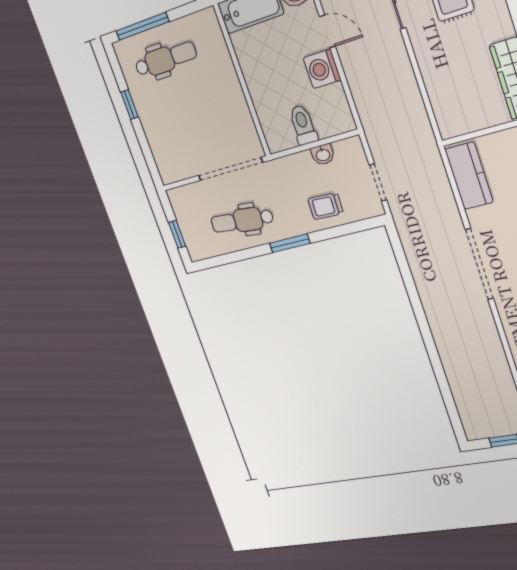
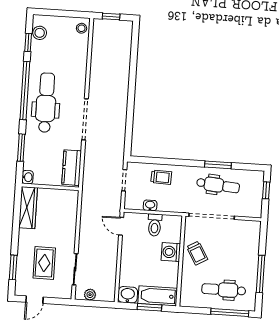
door: (327, 31) -> (121, 226), moved
washing machine: (322, 69) -> (171, 252), moved, turned 180
trolley: (225, 103) -> (197, 253), added
window: (129, 104) -> (261, 274), width x2.17
window: (290, 243) -> (218, 165), moved

